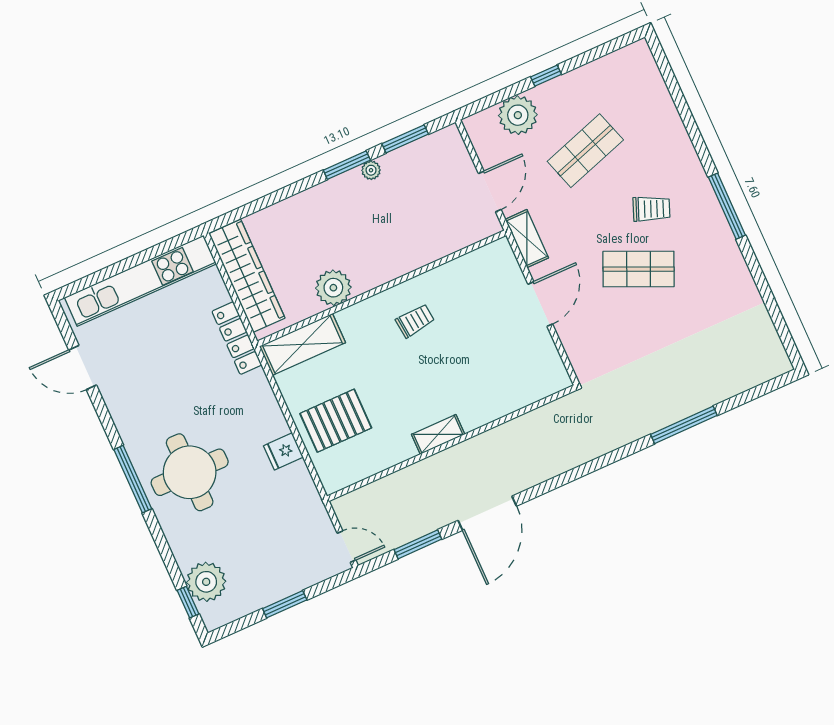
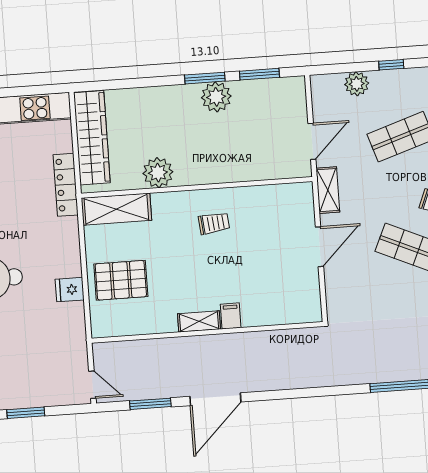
plant: (518, 115) -> (357, 84), width x0.73, depth x0.73
plant: (371, 170) -> (216, 97), width x1.88, depth x1.88
filing cabinet: (471, 416) -> (231, 316), added

